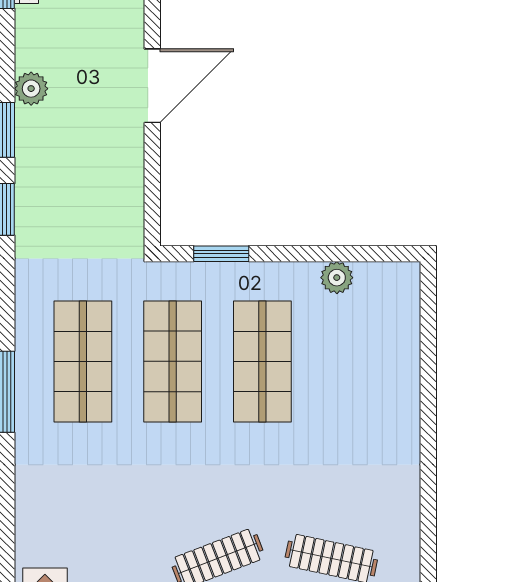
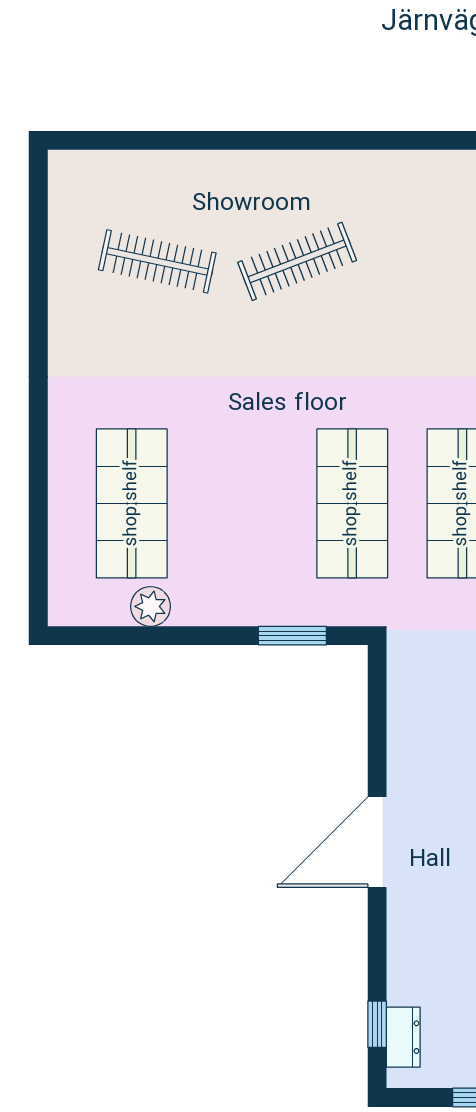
shop shelf: (262, 361) -> (132, 503), moved

